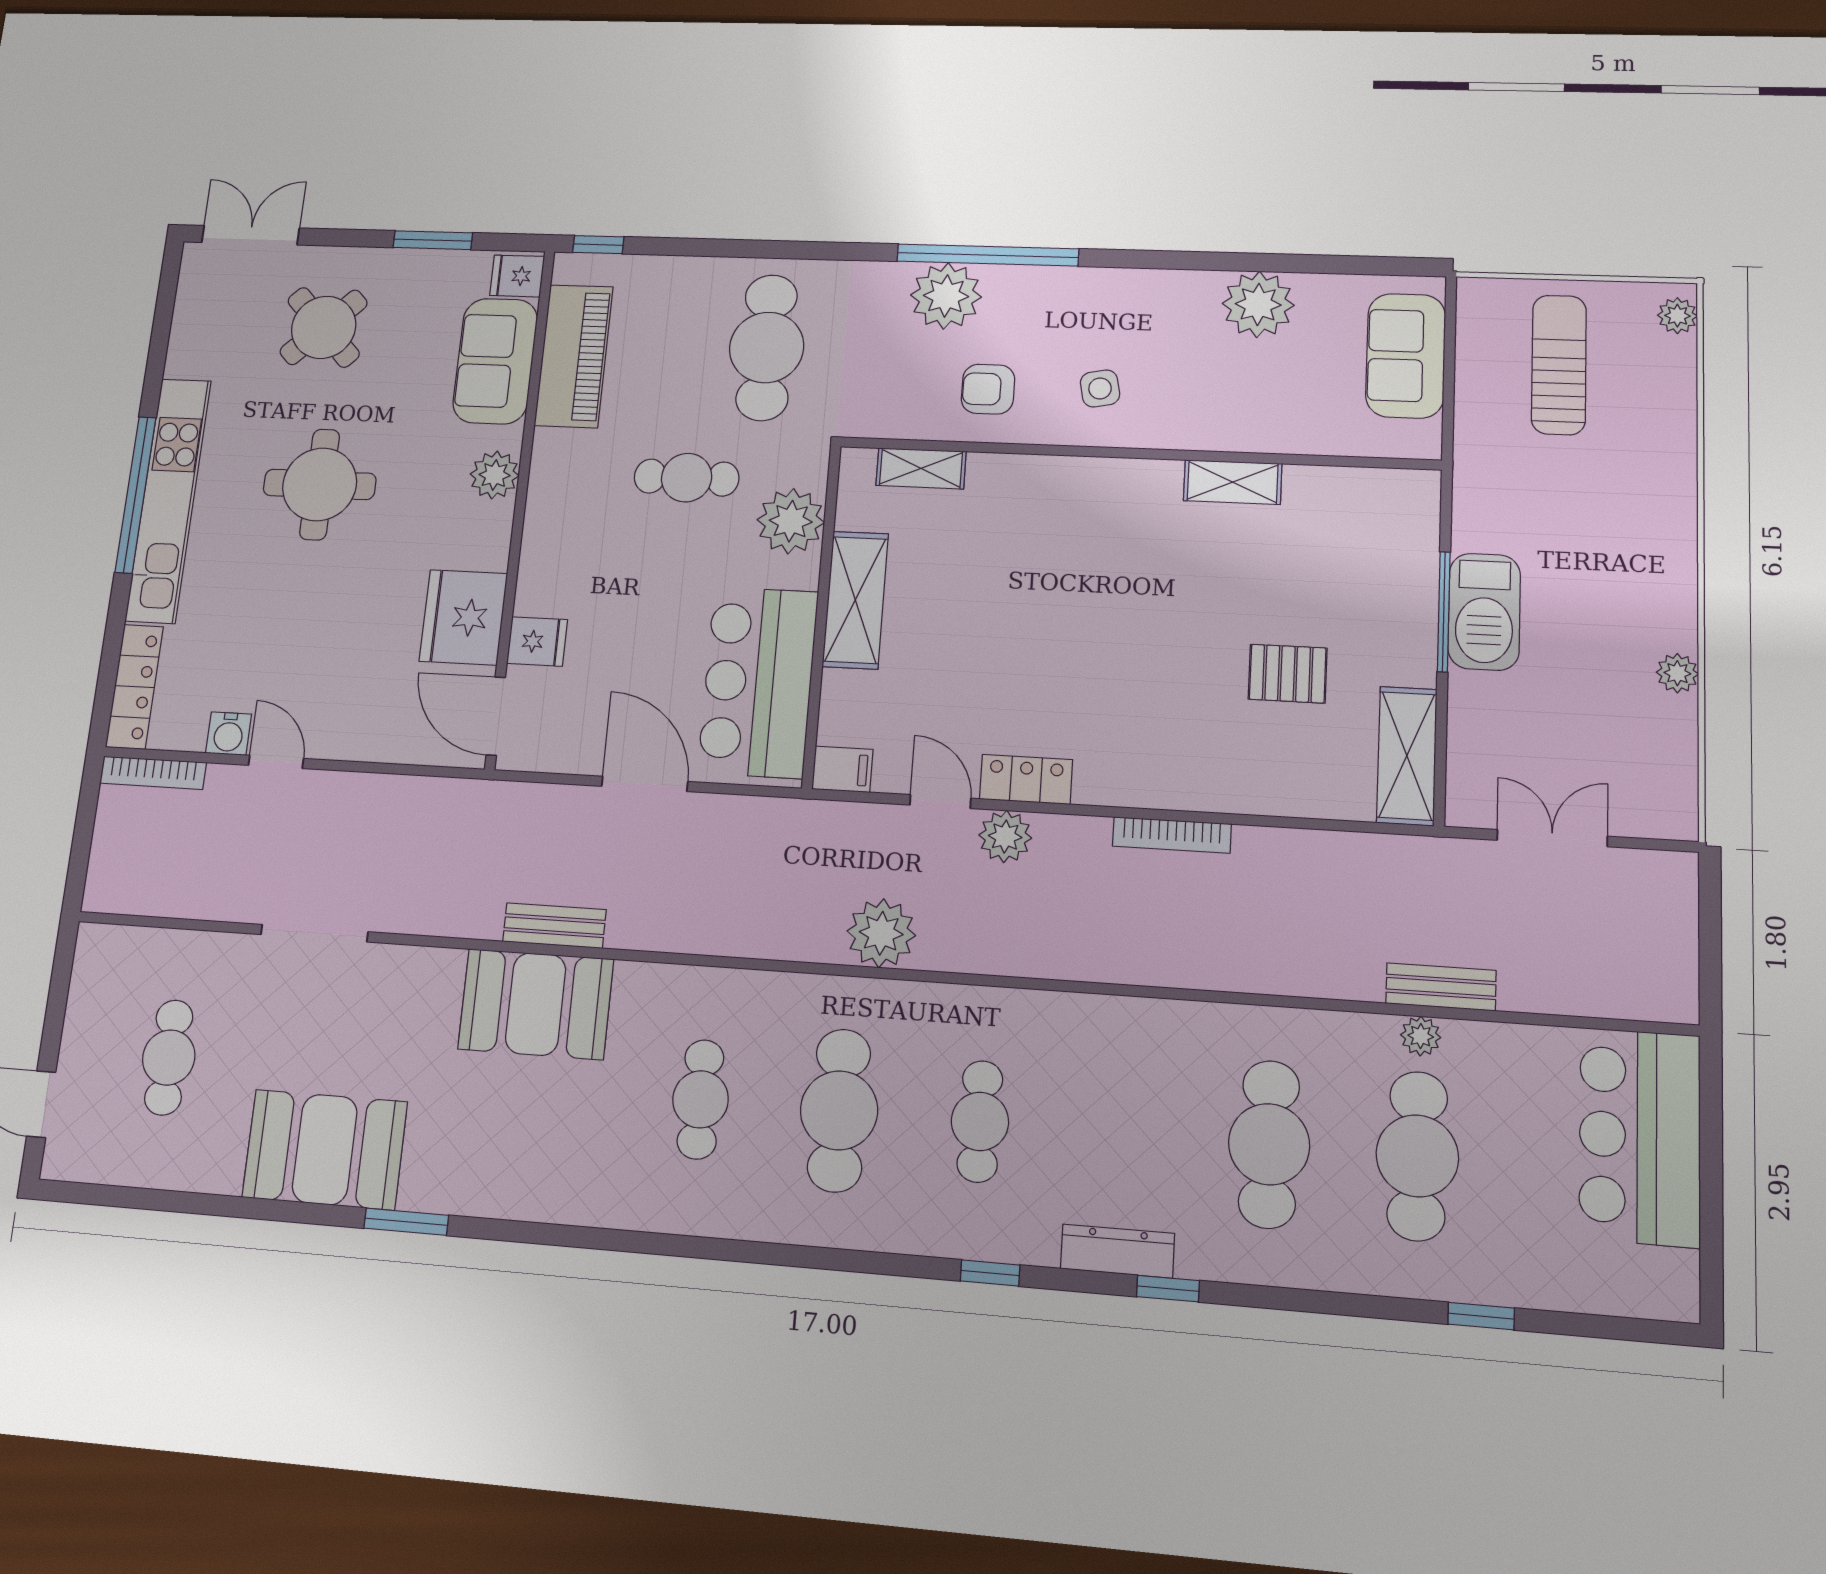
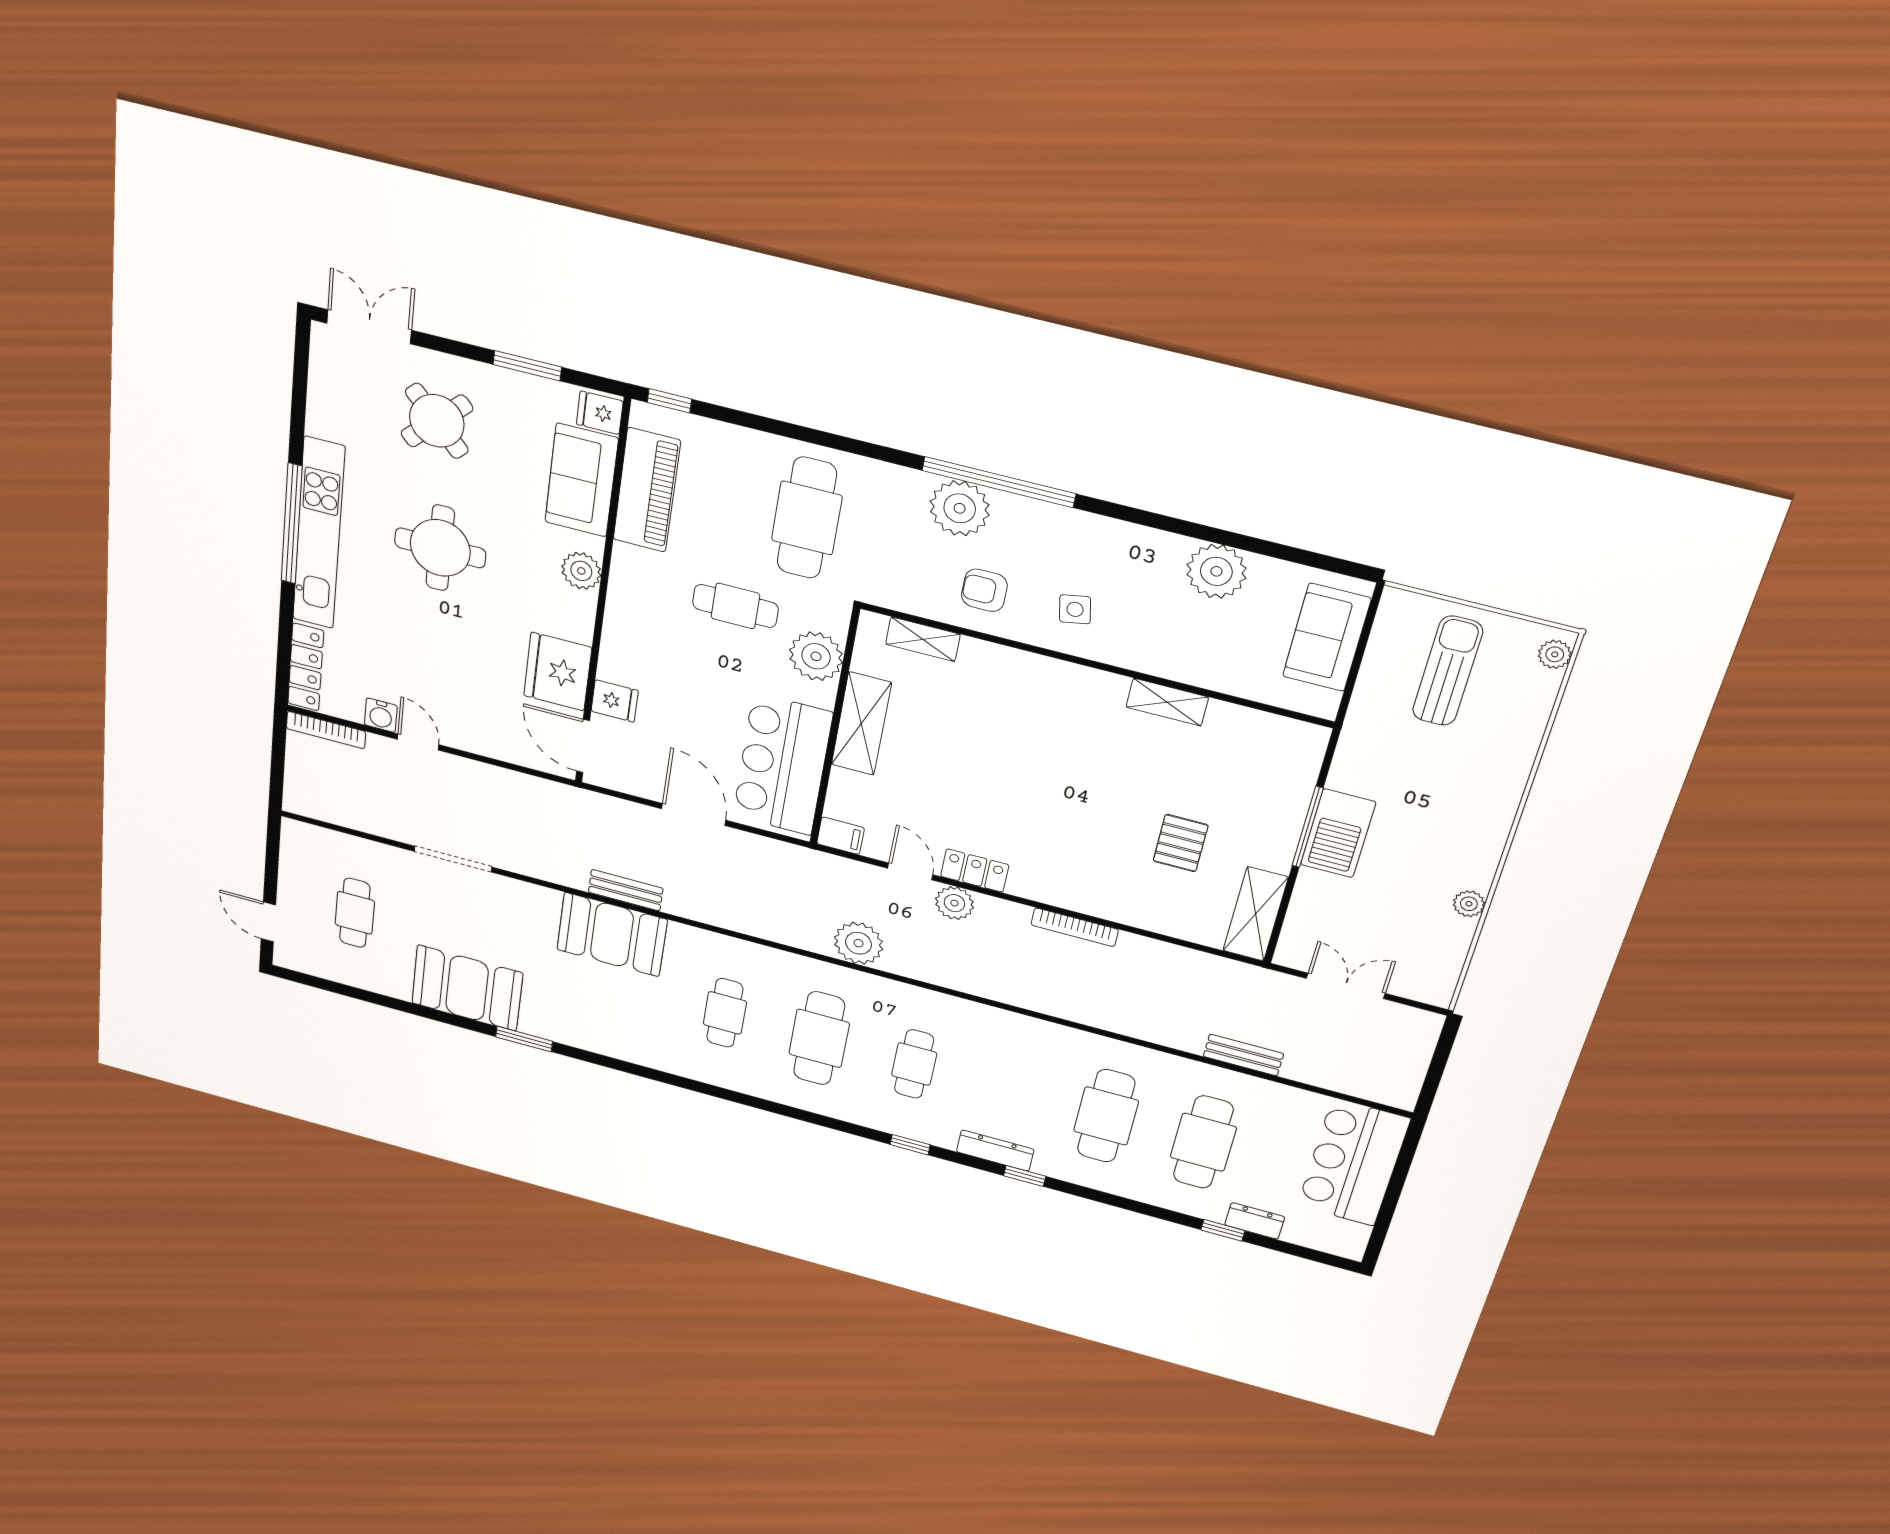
pallet: (1288, 674) -> (1181, 843), turned 90
plant: (1421, 1036) -> (1222, 1079), removed
dresser: (1524, 1285) -> (1255, 1221), added

